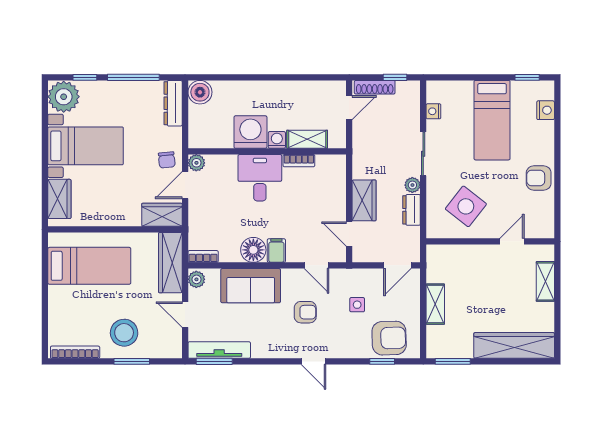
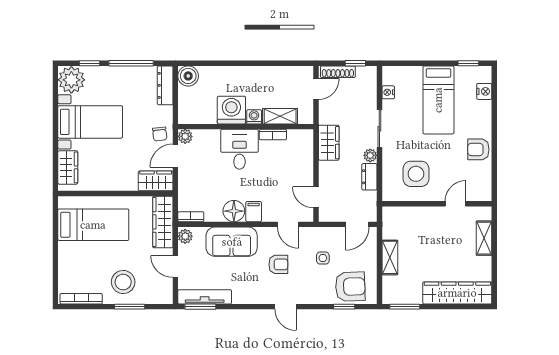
wardrobe: (364, 200) -> (329, 143), moved
side table: (466, 206) -> (416, 174), turned -38

